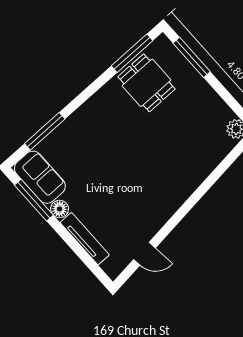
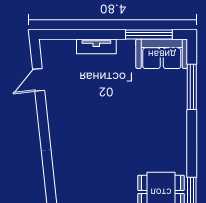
floor lamp: (60, 209) -> (126, 47), removed
tv unit: (85, 239) -> (96, 46), width x0.71

